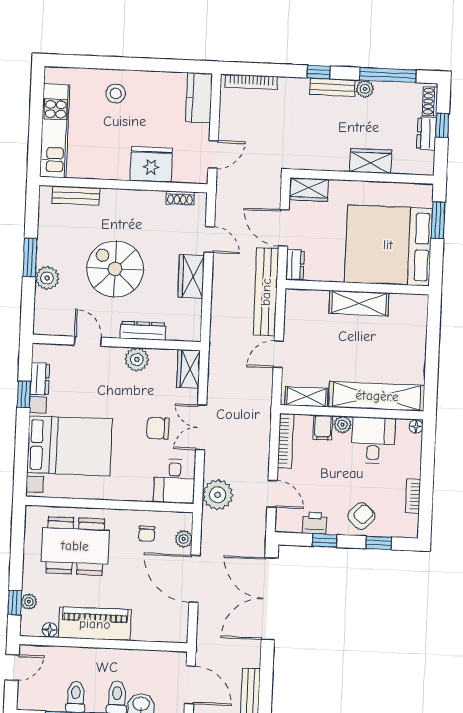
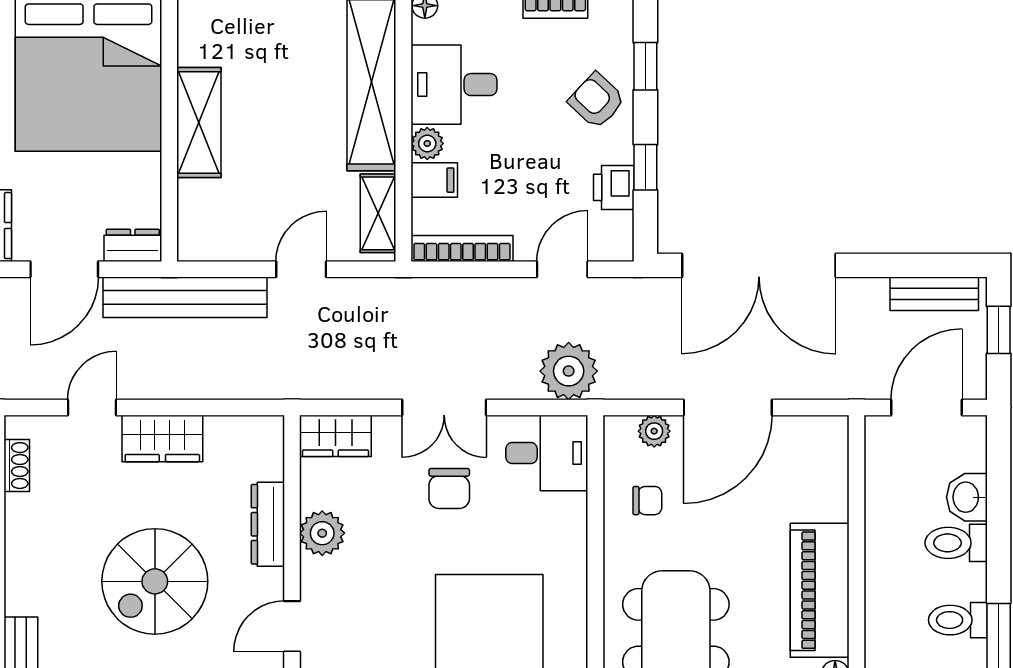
door: (278, 354) -> (301, 269), swing flipped

